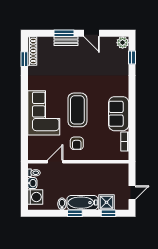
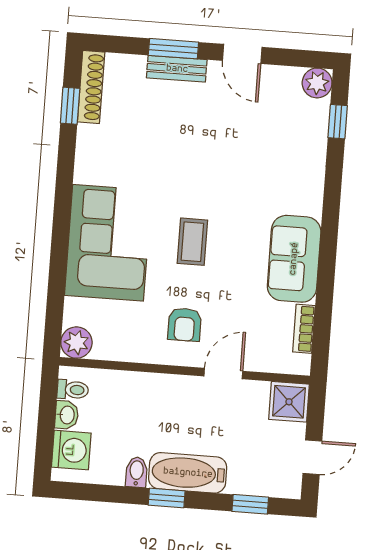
coffee table: (77, 110) -> (192, 242), width x0.54, depth x0.58
plant: (34, 154) -> (76, 343), added
door: (55, 162) -> (223, 374), moved
shower: (107, 202) -> (289, 402), moved

